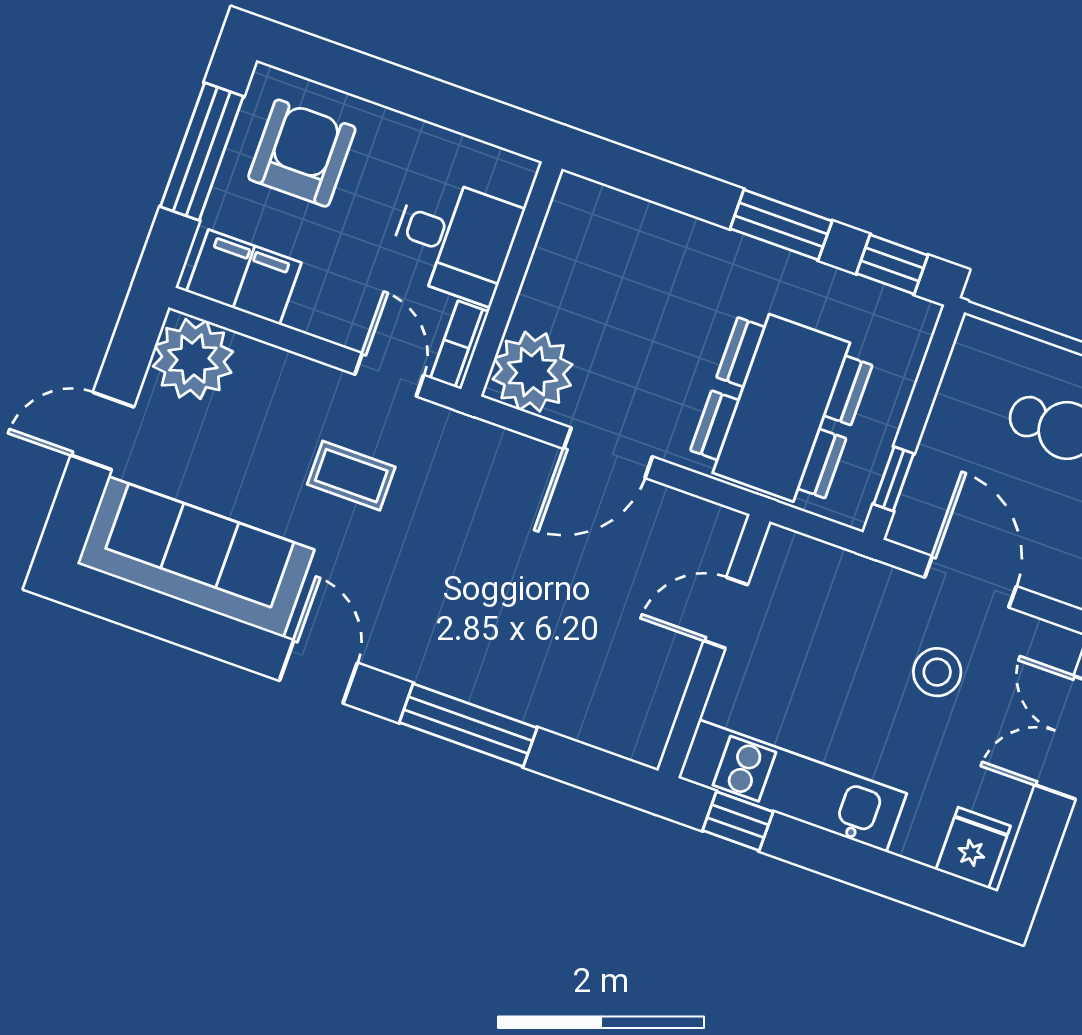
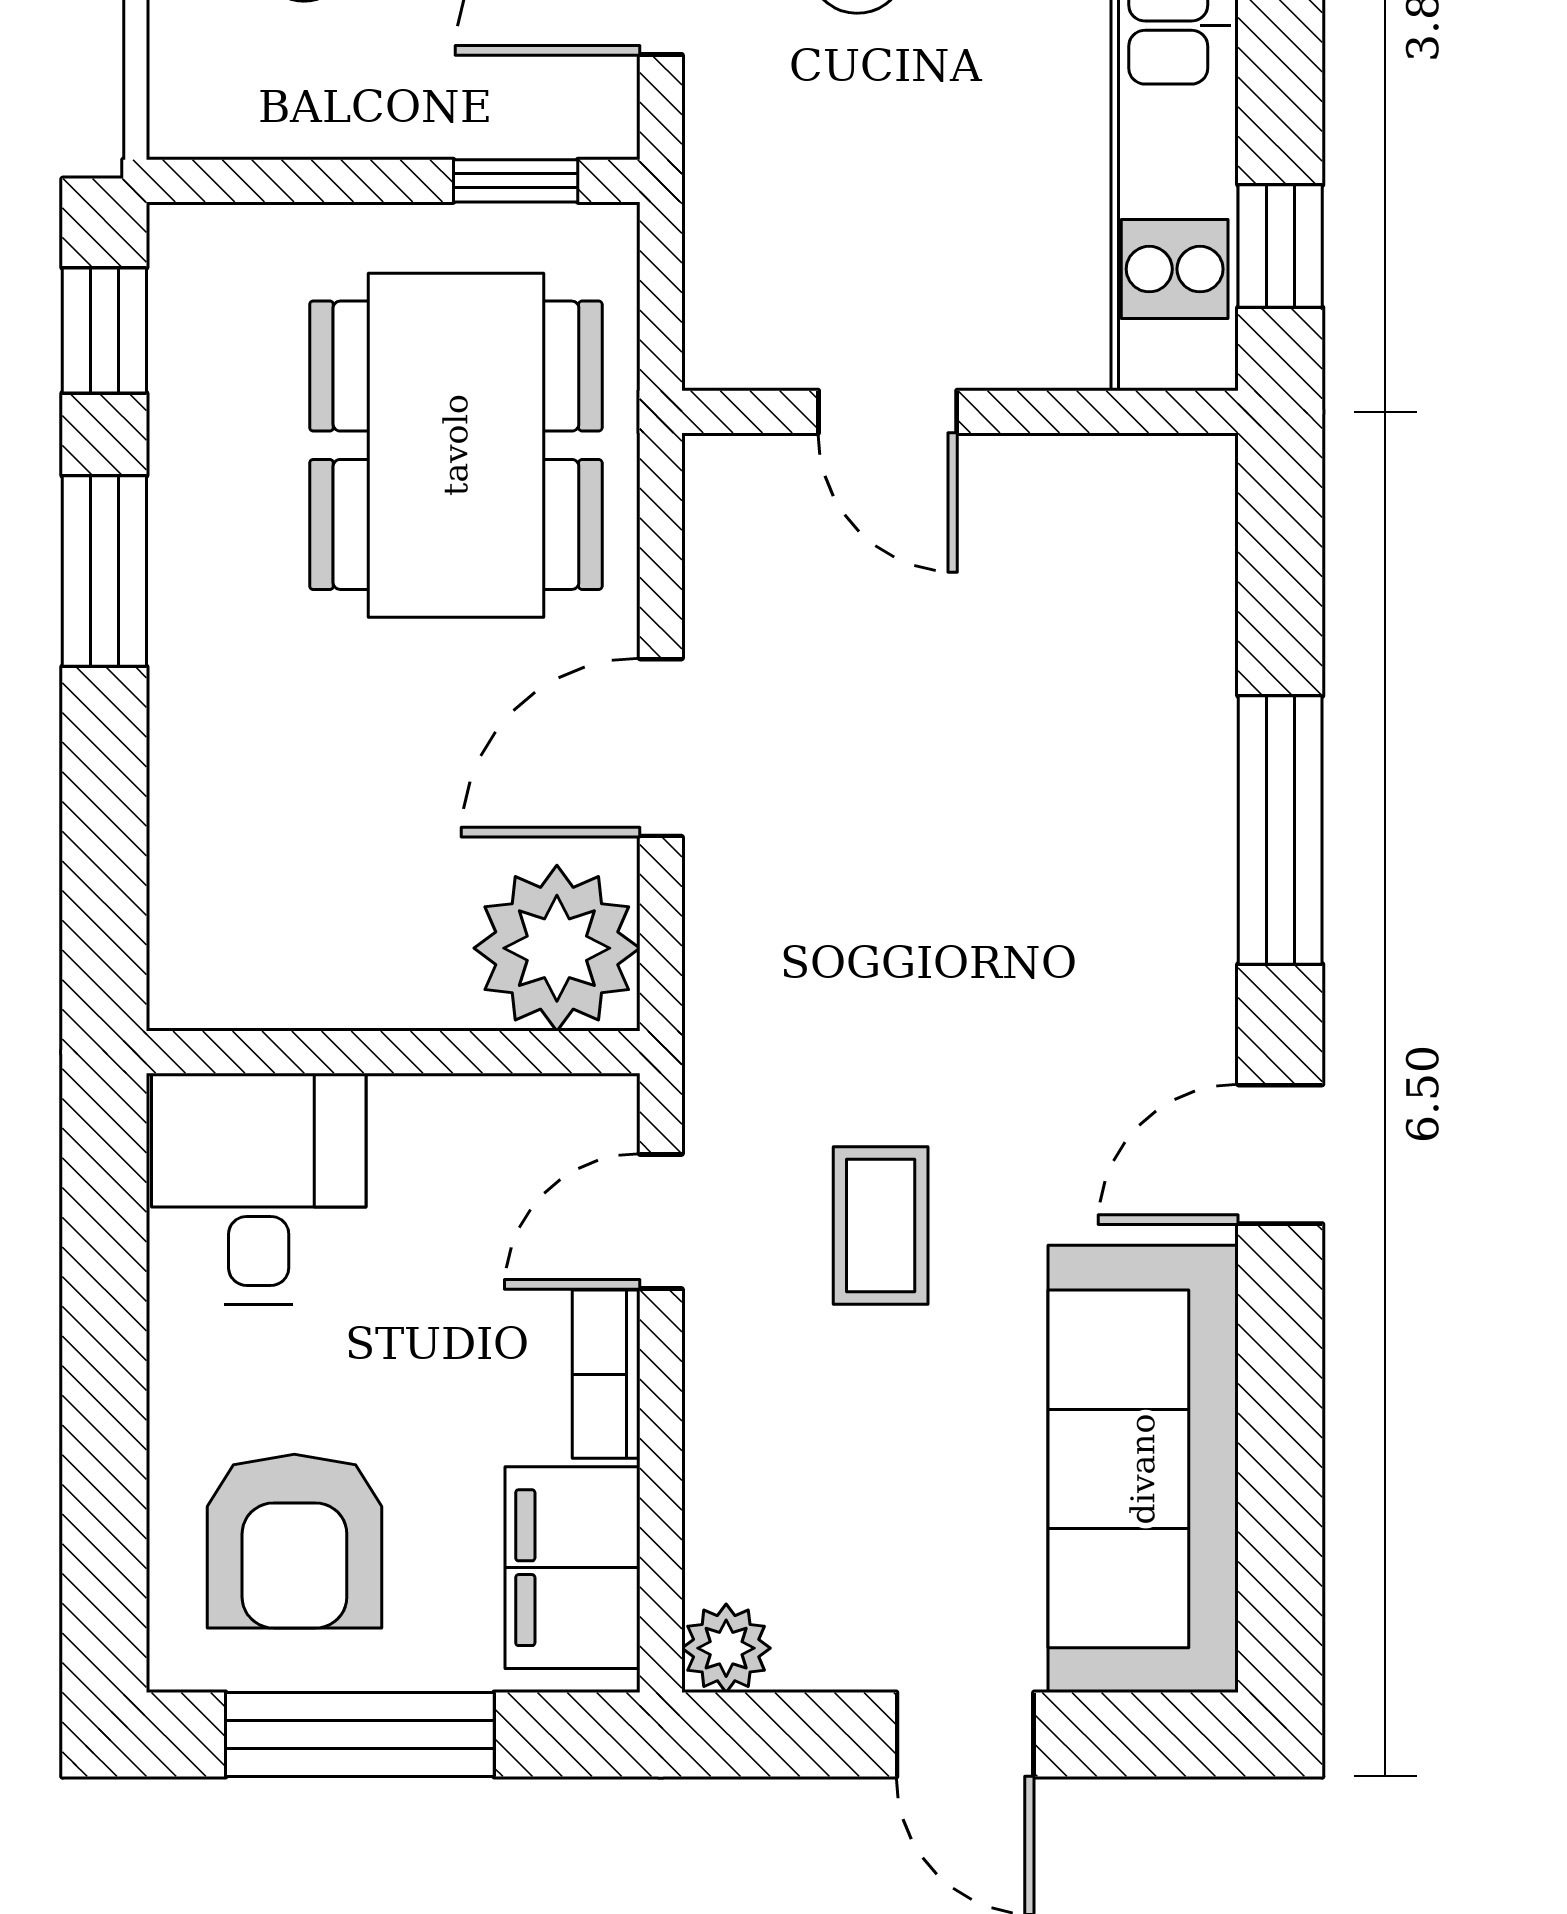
armchair: (302, 153) -> (294, 1541), turned -90
desk: (455, 239) -> (259, 1189), moved
bookcase: (459, 345) -> (606, 1374), moved, turned 90
plant: (193, 359) -> (726, 1648), width x0.53, depth x0.53
dining table: (781, 408) -> (456, 445), turned 90
door: (608, 453) -> (661, 748), swing flipped

